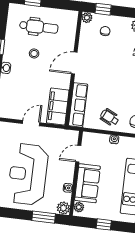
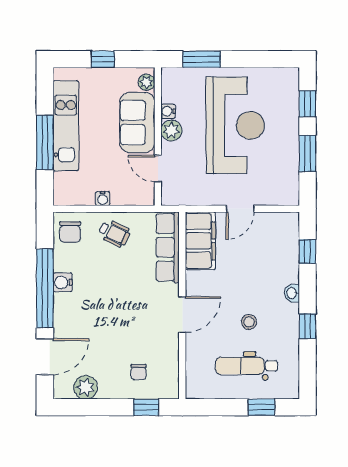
plant: (87, 18) -> (171, 390), removed
door: (78, 154) -> (158, 169), swing flipped
plant: (63, 208) -> (171, 130), moved

